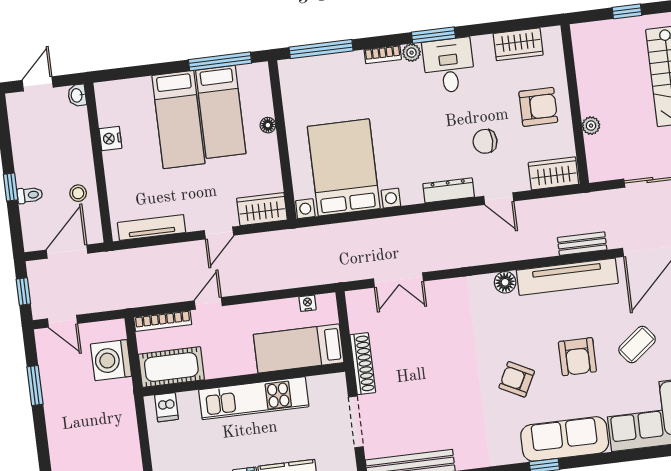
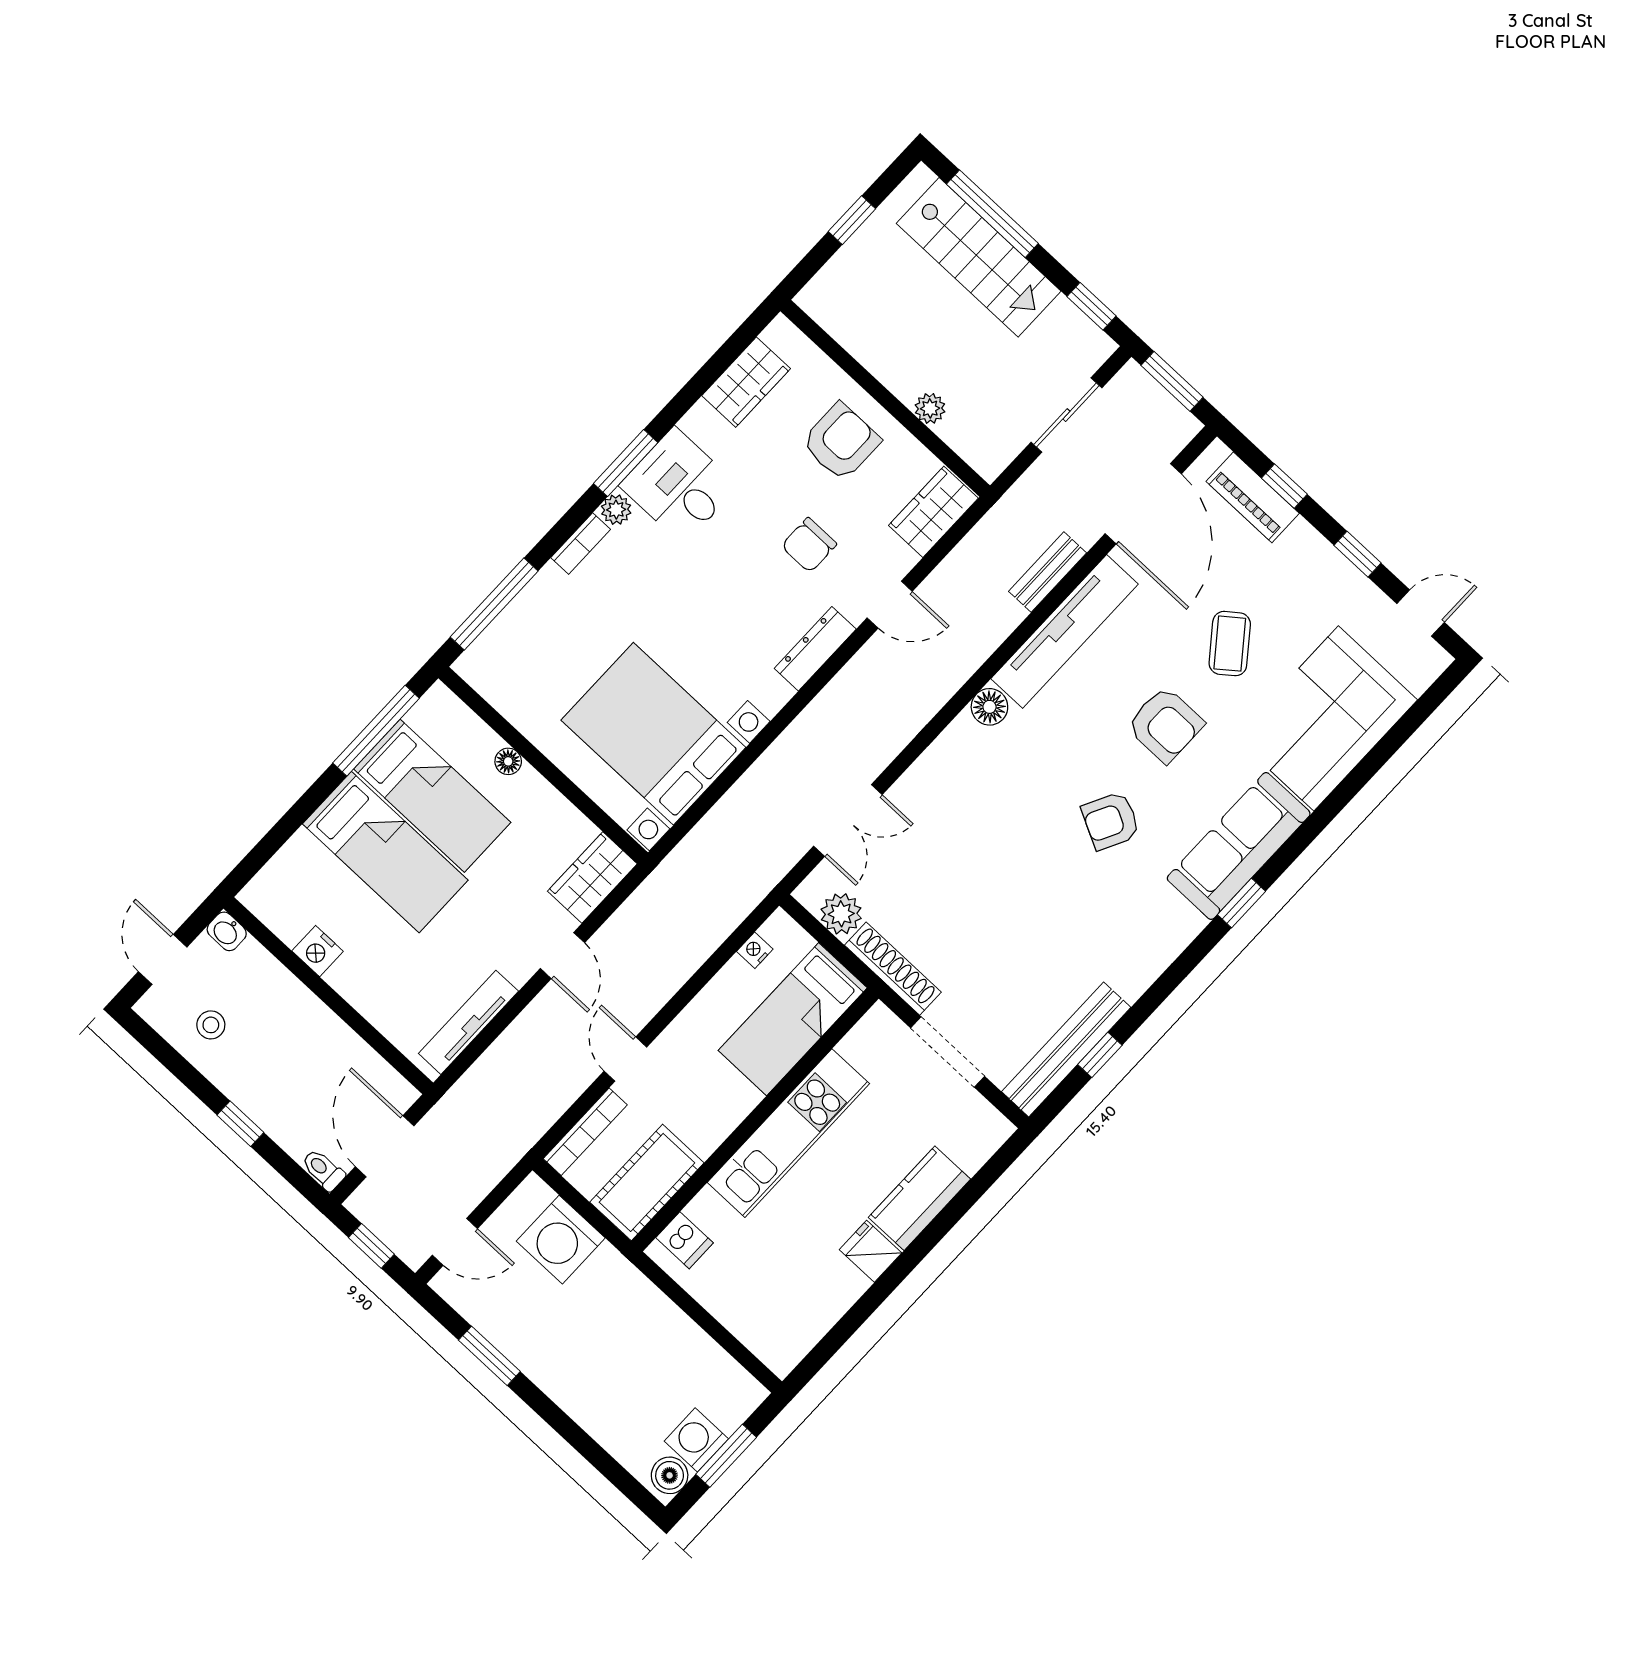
stool: (78, 193) -> (211, 1025), moved
toilet: (30, 195) -> (323, 1170), moved, turned -90
plant: (360, 319) -> (841, 914), added

